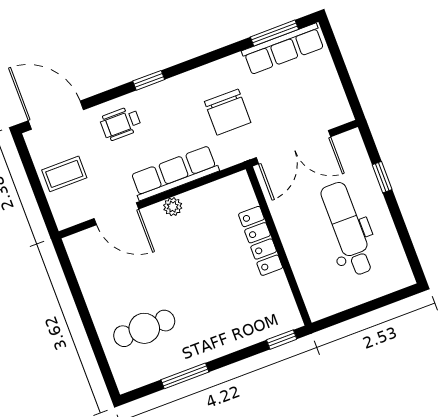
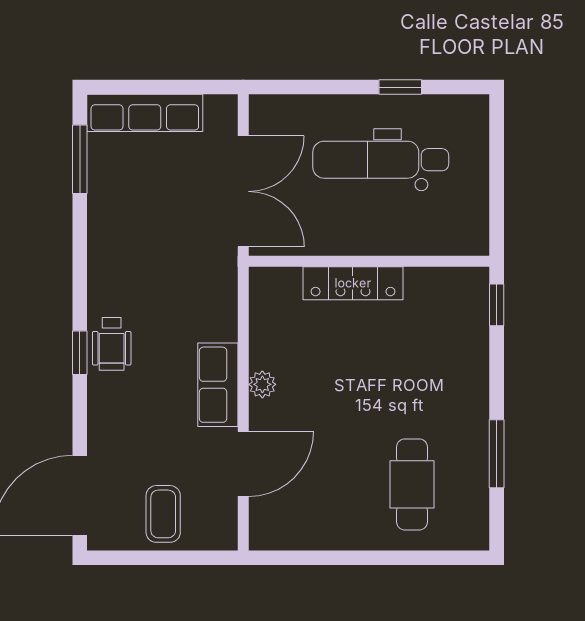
row of seats: (283, 49) -> (145, 113), moved, turned 90
chair: (228, 112) -> (163, 262), removed
wheelchair: (121, 123) -> (112, 344), moved
row of seats: (175, 173) -> (218, 385), width x0.68
window: (382, 177) -> (400, 87), moved

